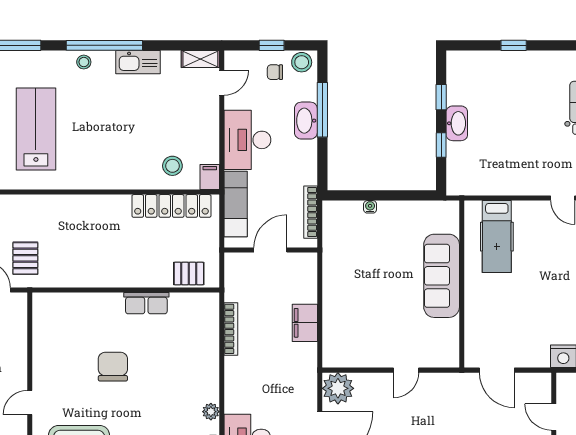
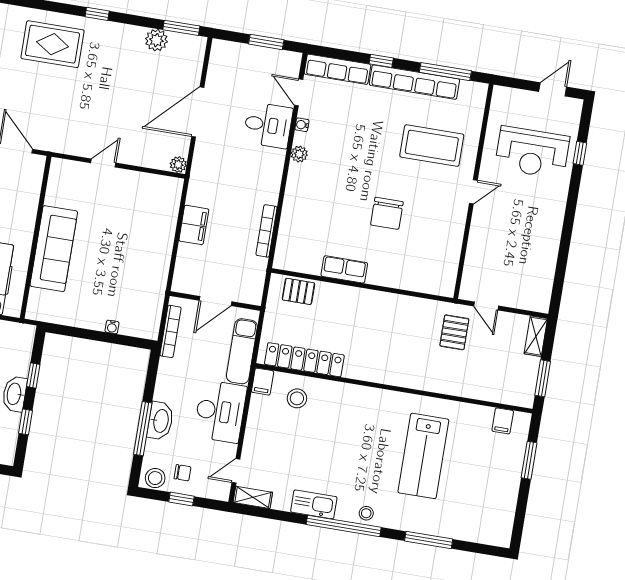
plant: (338, 388) -> (178, 165), width x0.53, depth x0.53

